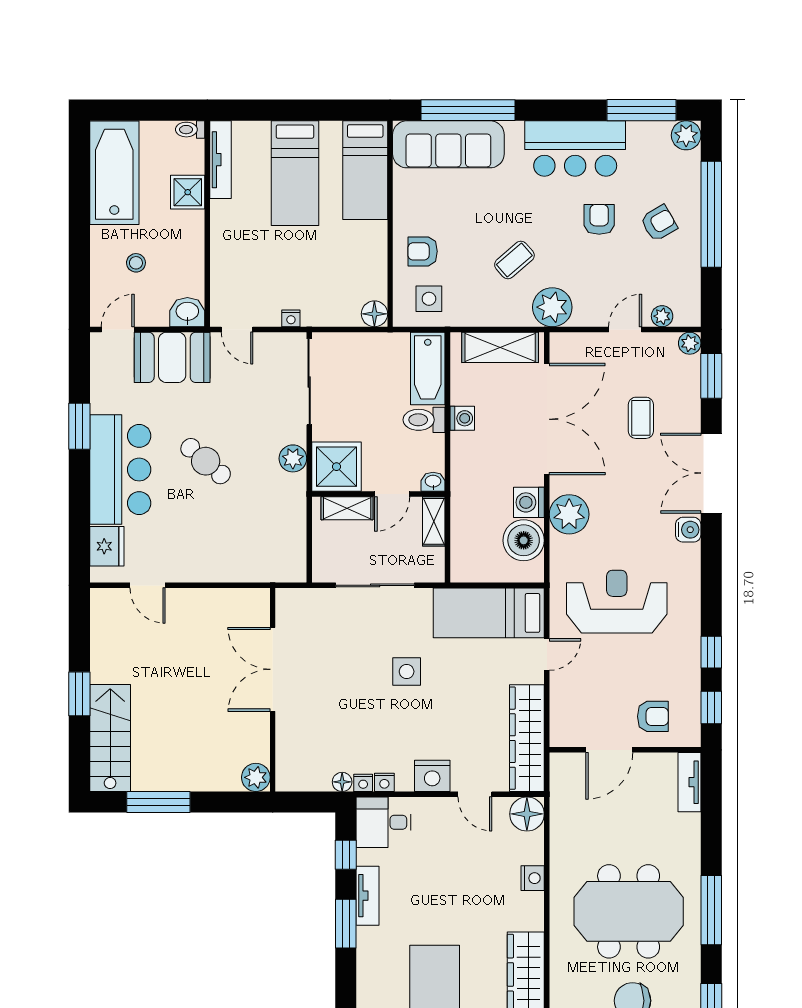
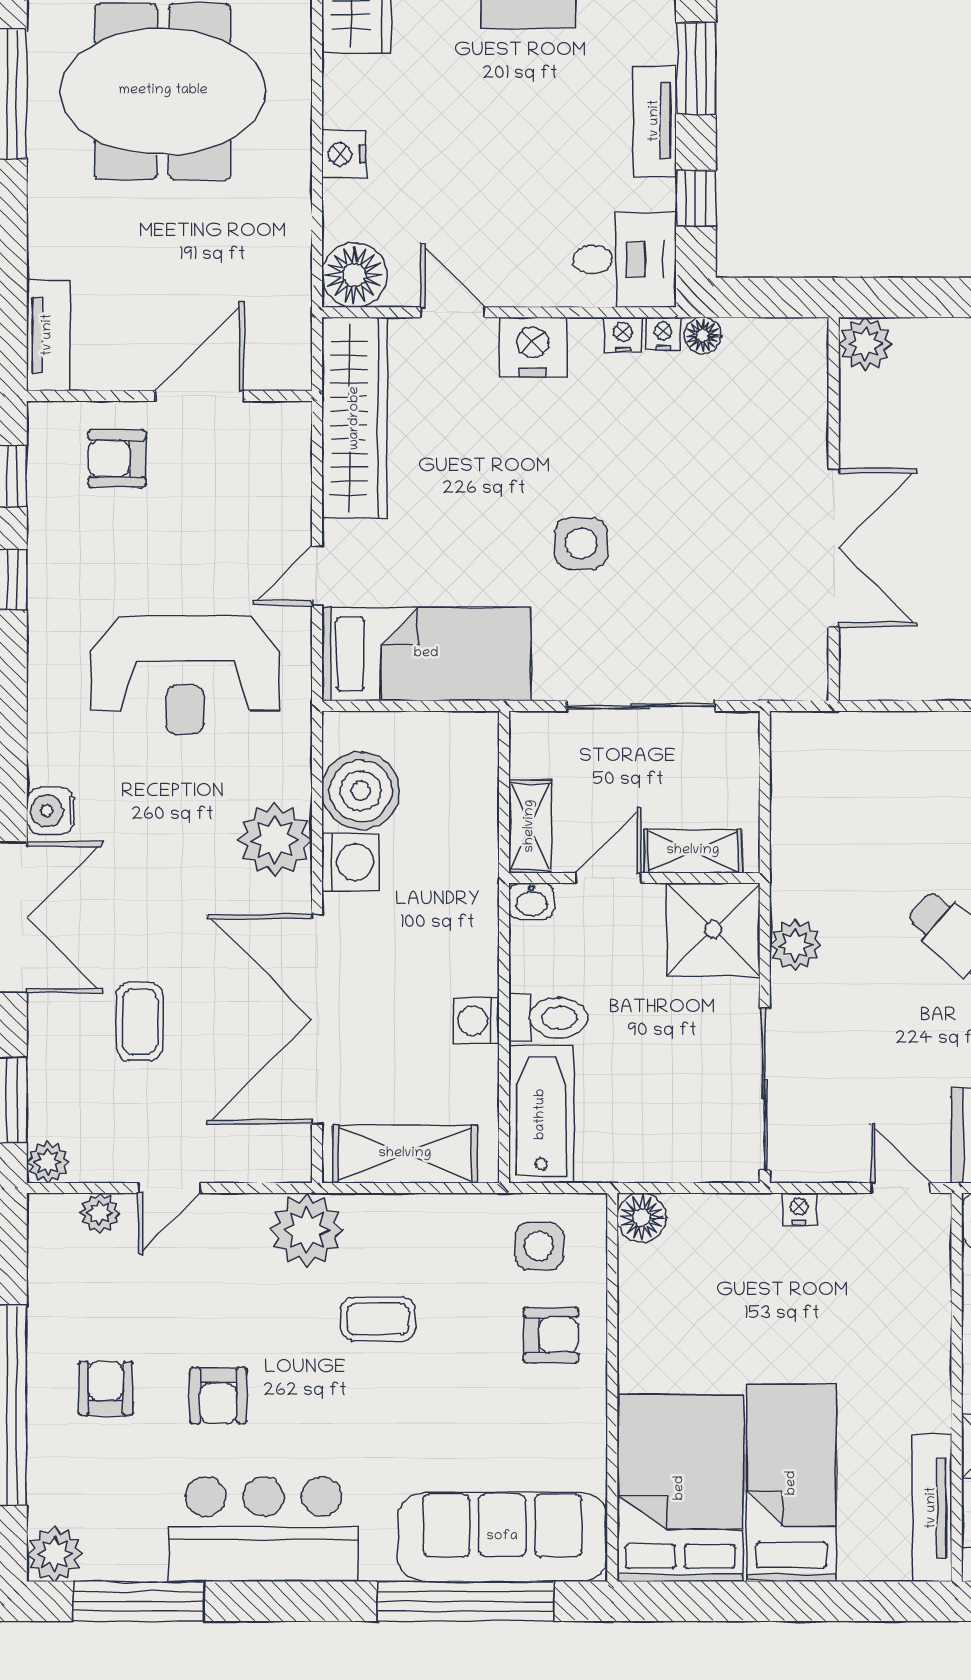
bed: (365, 170) -> (680, 1488), width x1.50
armchair: (659, 223) -> (106, 1389), turned 120
coffee table: (514, 260) -> (378, 1319), turned 41

